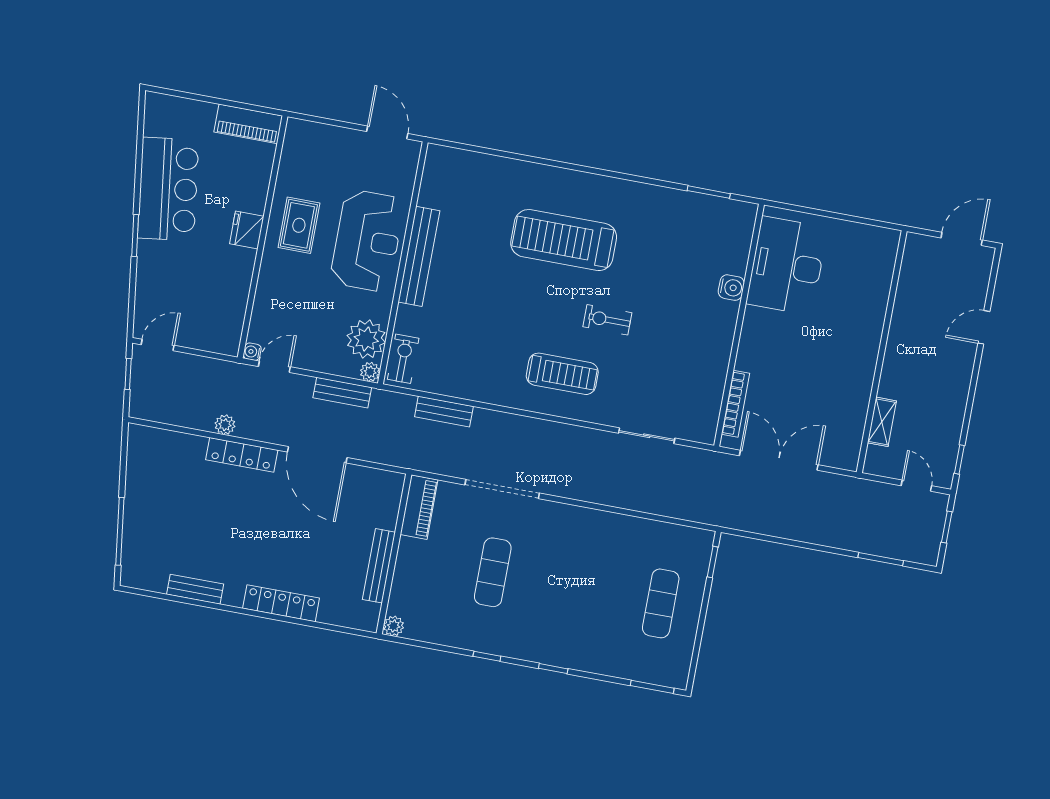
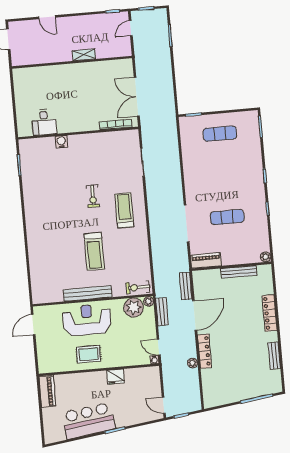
fridge: (247, 230) -> (116, 377), moved
treadmill: (564, 240) -> (94, 251), moved, width x0.73, depth x0.73
desk: (787, 266) -> (44, 122), width x0.53, depth x0.77
bench: (444, 411) -> (186, 286), moved
shelving: (882, 422) -> (84, 55), moved

